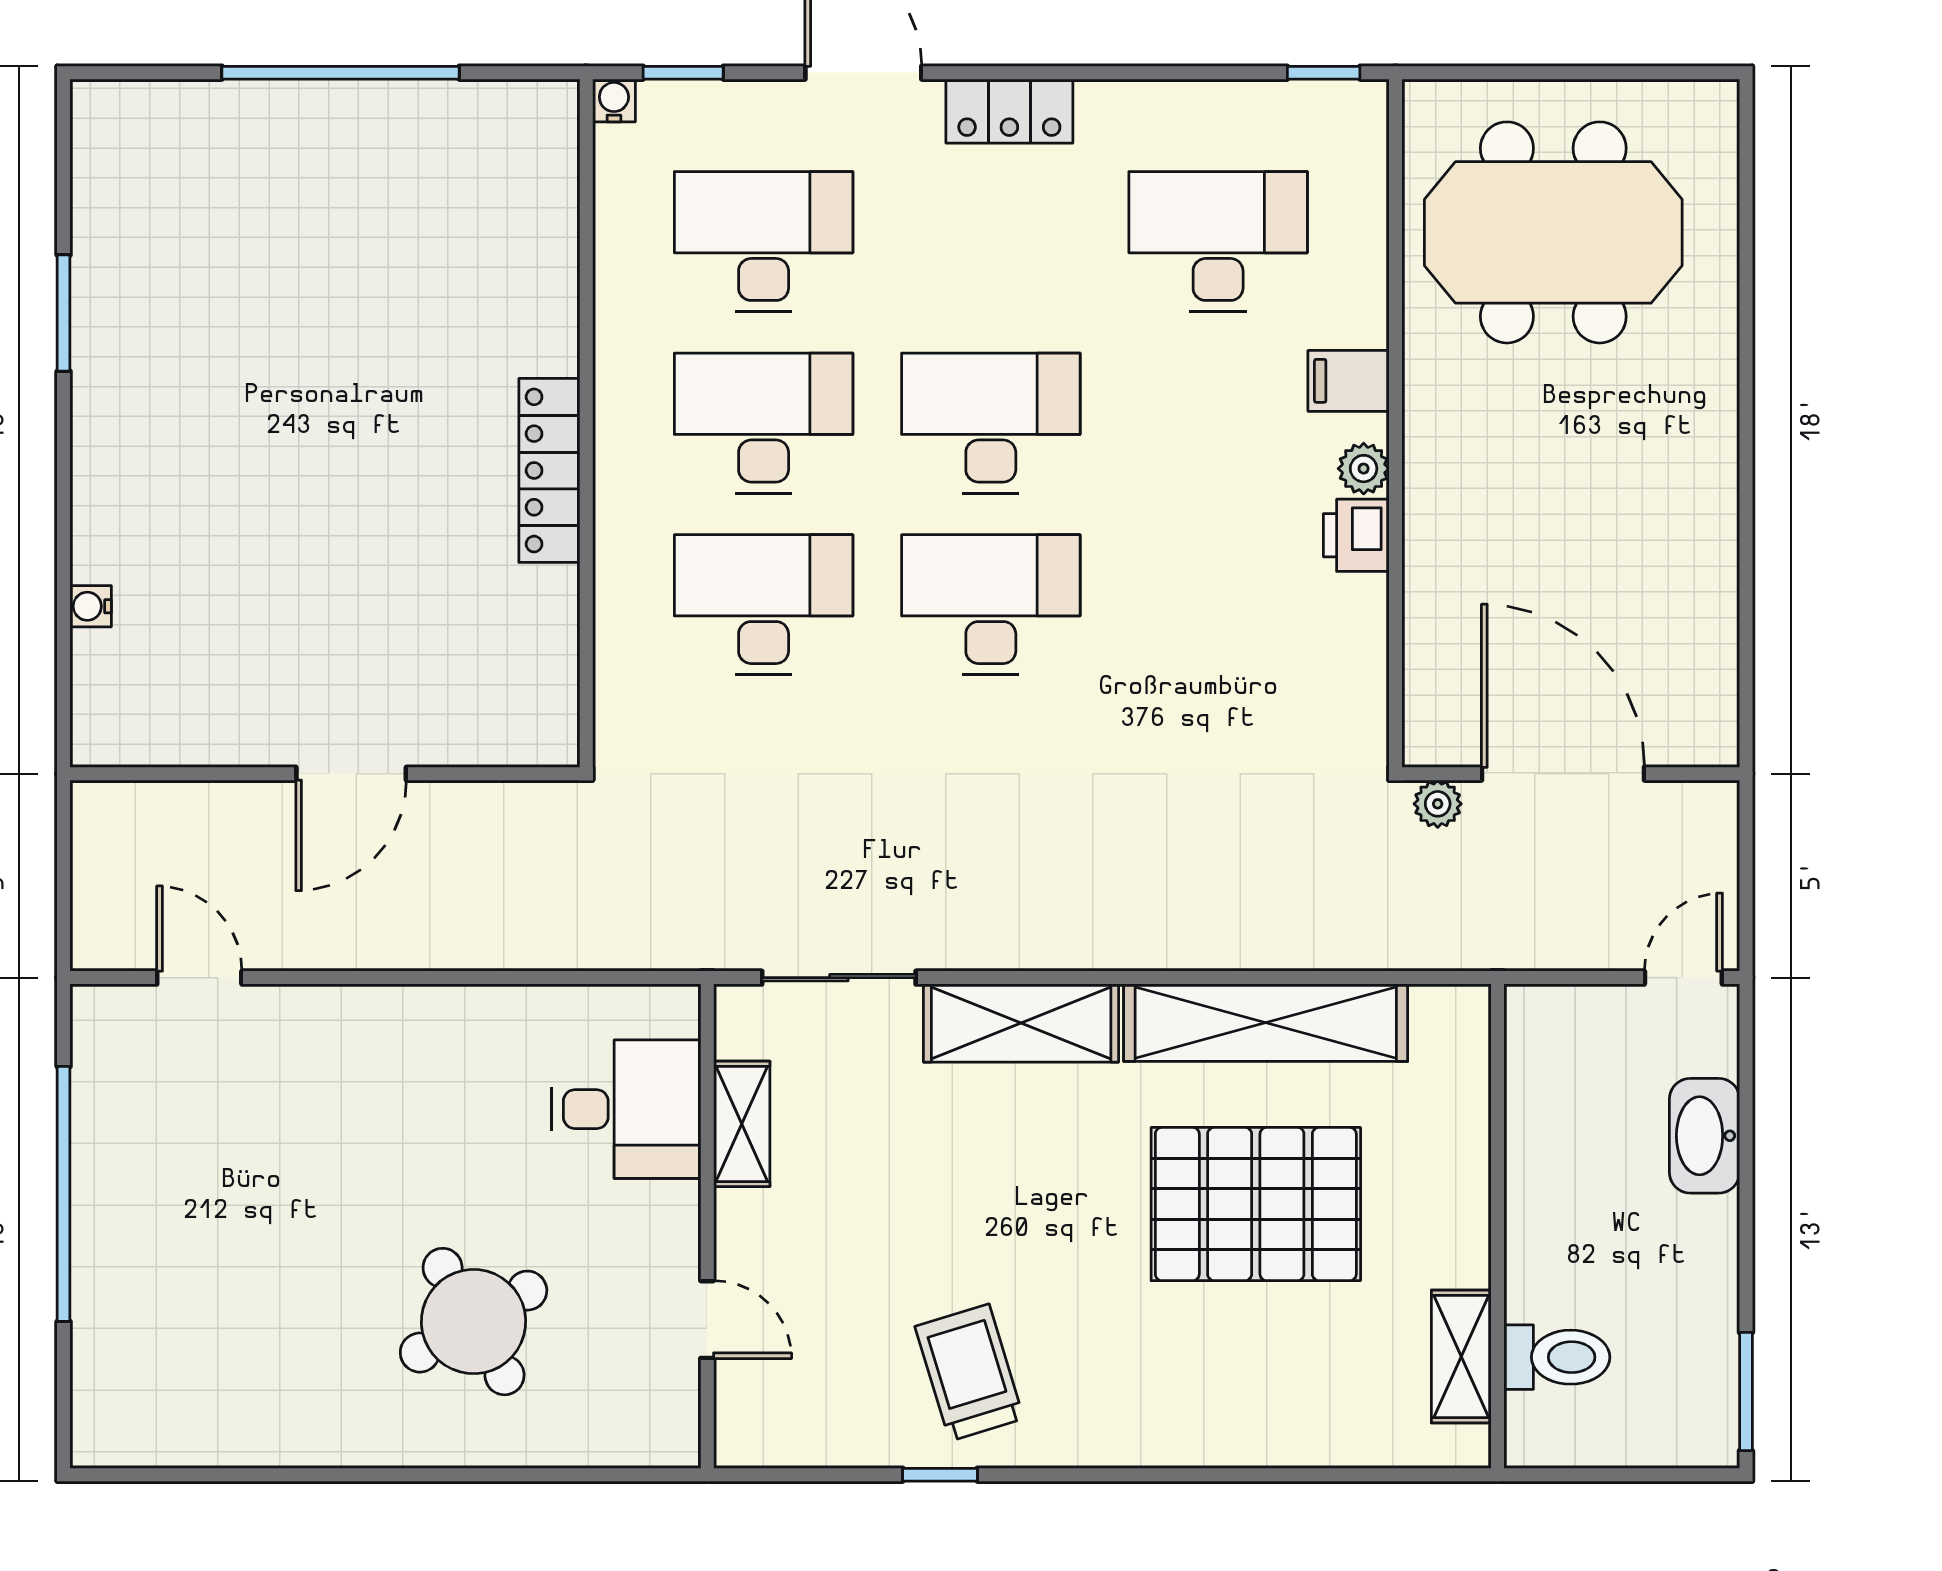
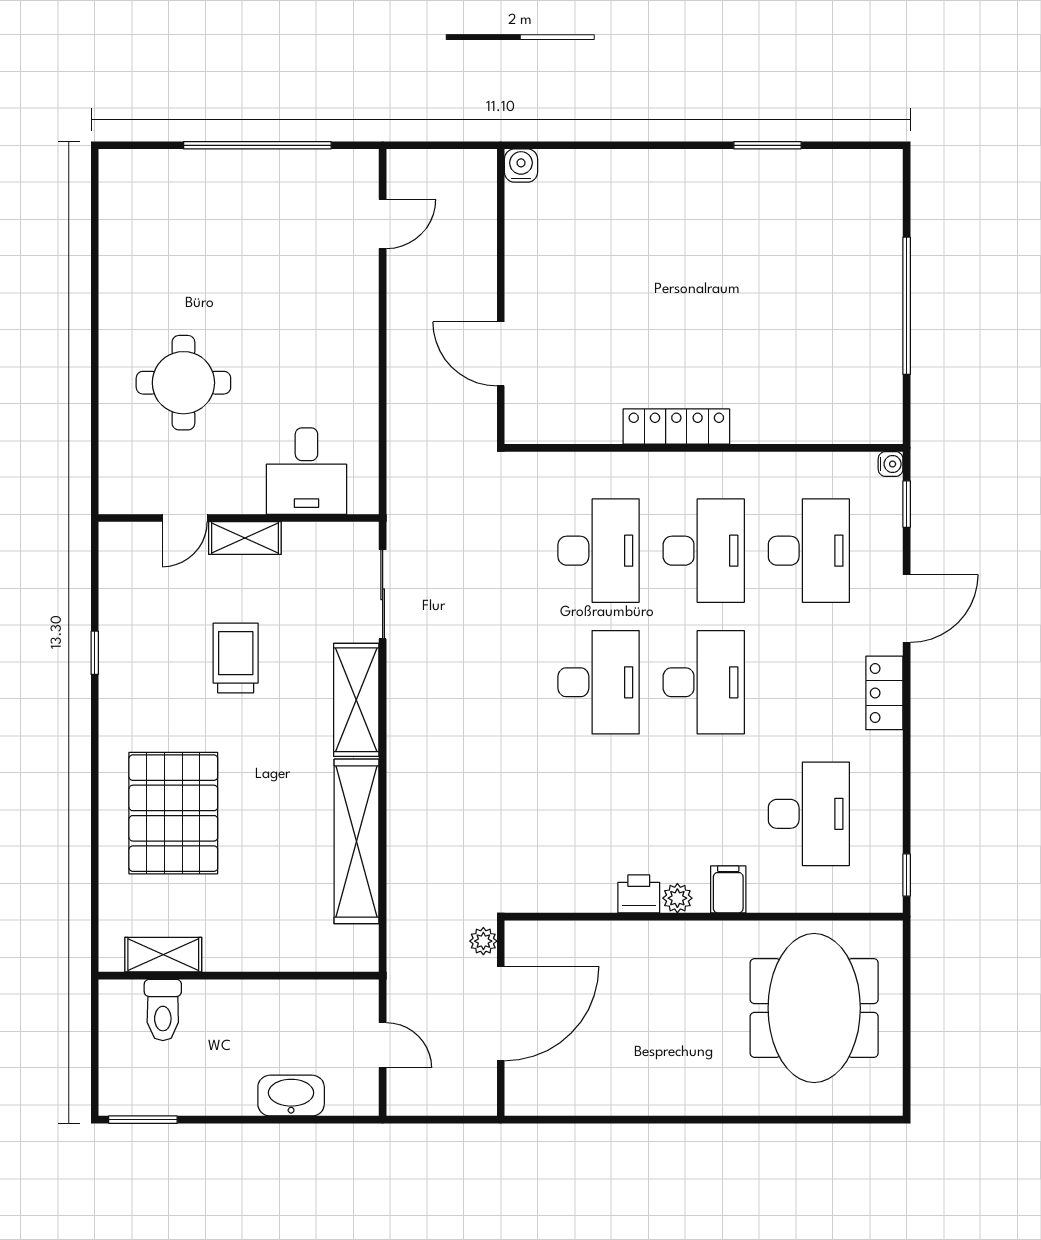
water cooler: (91, 606) -> (521, 166), moved, width x1.38, depth x1.38
door: (351, 774) -> (501, 354), moved
door: (1683, 978) -> (383, 1045), moved
shelving: (742, 1124) -> (245, 538), moved
pallet: (1256, 1204) -> (173, 813), moved
round table: (474, 1322) -> (183, 383), turned 30
trolley: (969, 1373) -> (236, 658), moved, turned -73

